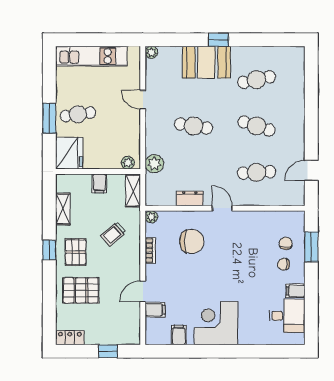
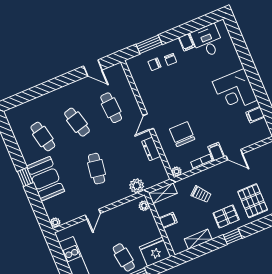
cafe table: (257, 126) -> (77, 122), turned -33
filing cabinet: (155, 310) -> (216, 152), moved

